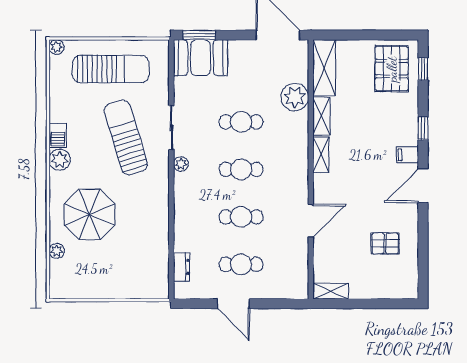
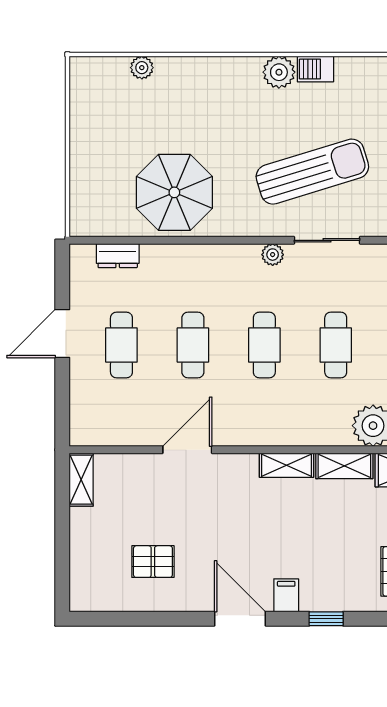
parasol: (90, 214) -> (174, 192), moved
door: (311, 221) -> (187, 450), swing flipped
pallet: (385, 243) -> (153, 562), turned 90

